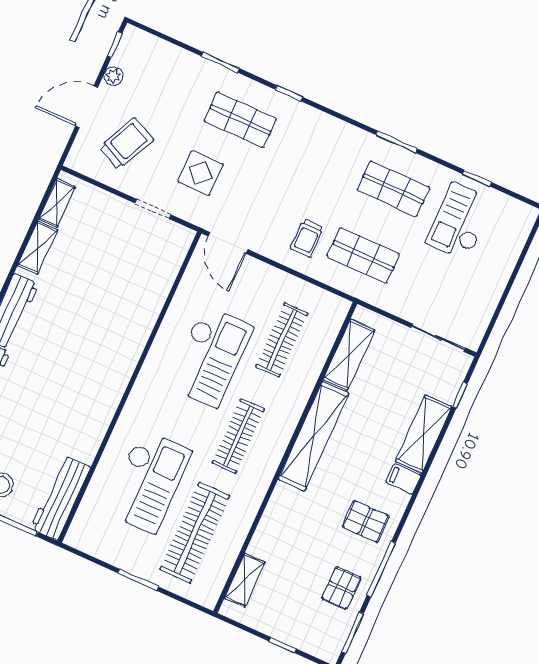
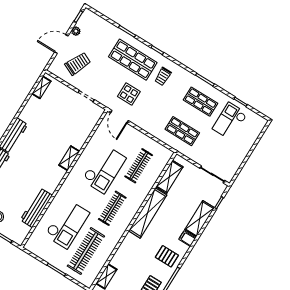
shop shelf: (240, 120) -> (133, 60), width x1.43, depth x1.36
display table: (201, 173) -> (129, 94), moved
trolley: (307, 238) -> (163, 76), moved
shelving: (38, 248) -> (69, 158), moved
workbench: (60, 498) -> (36, 208), moved

